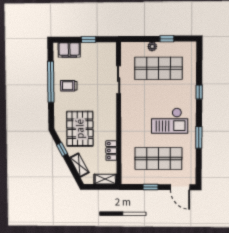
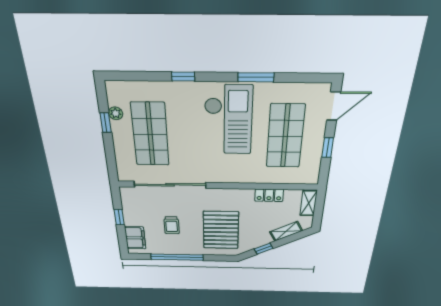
plant: (152, 46) -> (116, 113), moved
sliding door: (119, 80) -> (170, 185), width x1.86
trolley: (69, 86) -> (172, 225), moved
checkout: (170, 121) -> (228, 120), width x1.36, depth x1.21
pallet: (80, 129) -> (221, 230), moved, turned 90

